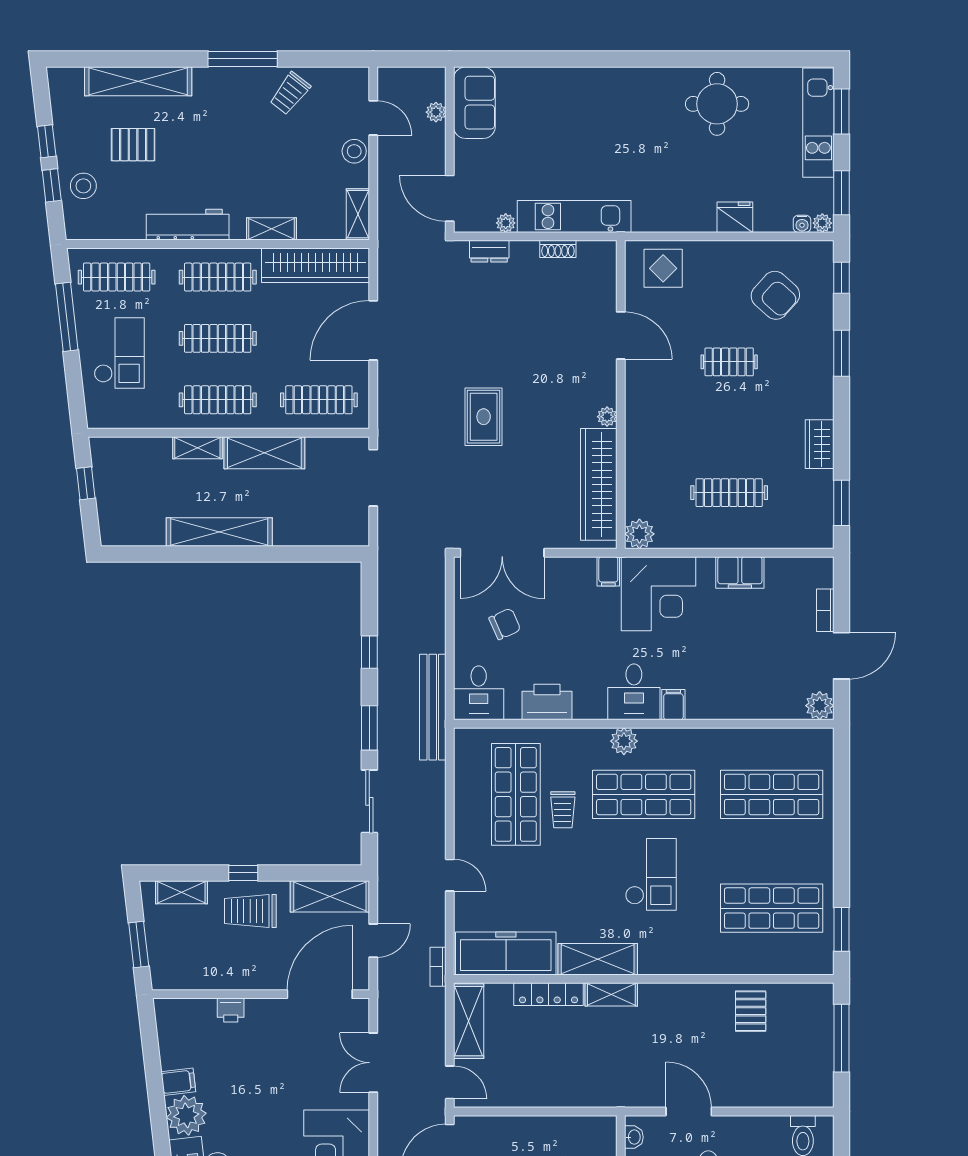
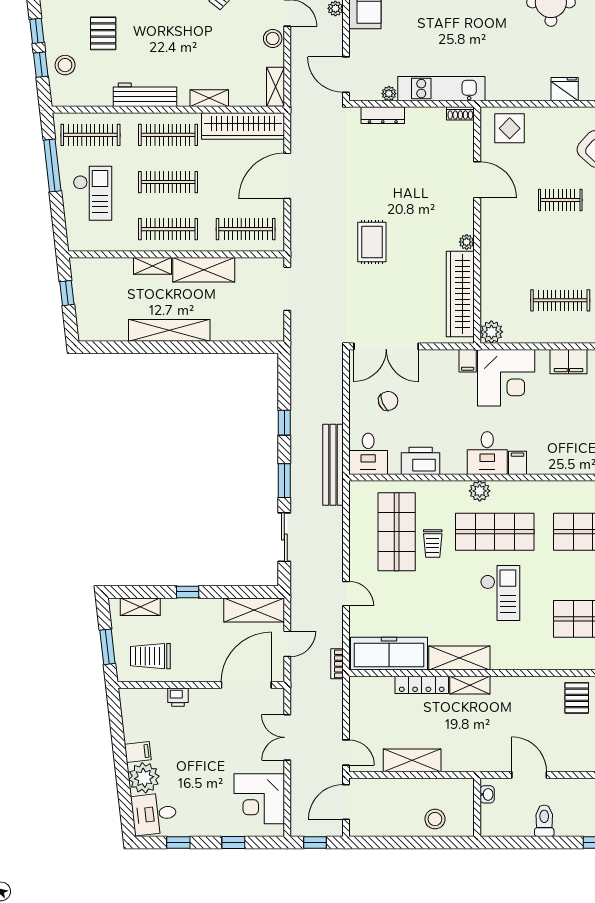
pallet: (133, 145) -> (103, 33), turned 90
shoe rack: (558, 249) -> (460, 113), moved
dresser: (489, 251) -> (383, 115), width x1.44
trolley: (250, 911) -> (150, 656), moved
shelving: (469, 1021) -> (412, 760), moved, turned 90

